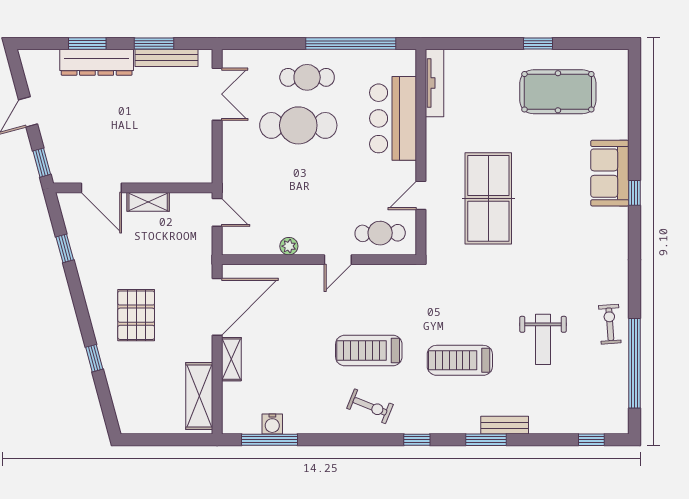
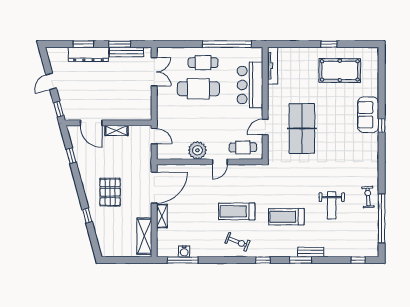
plant: (289, 246) -> (197, 150), width x1.87, depth x1.87

